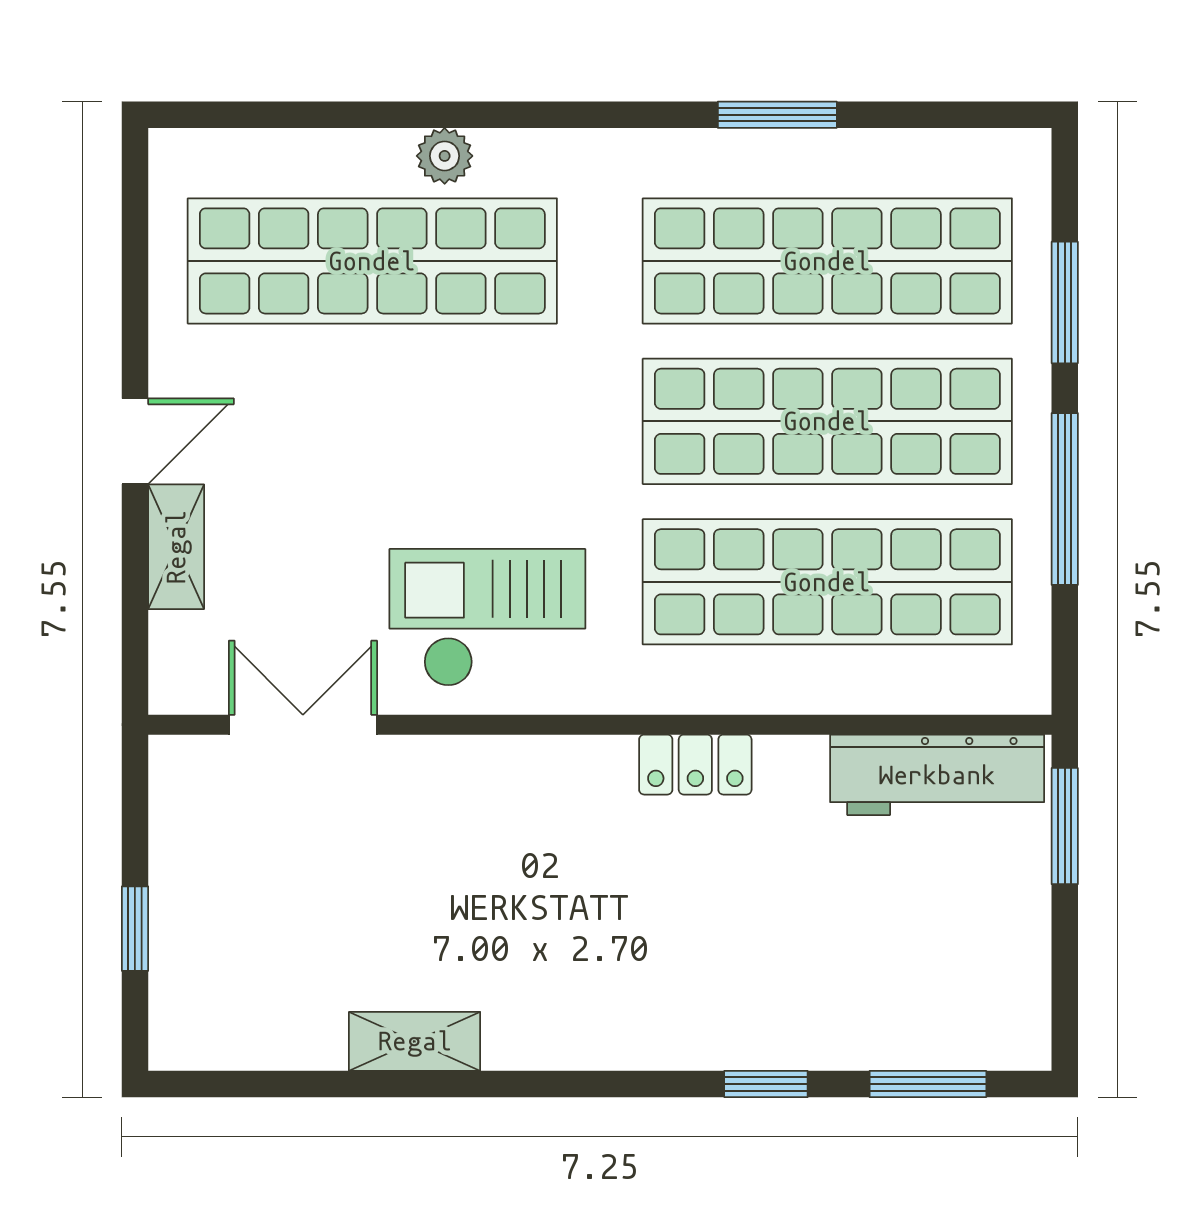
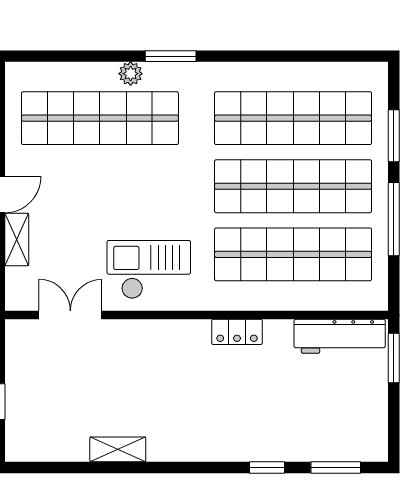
window: (777, 115) -> (171, 56), moved

